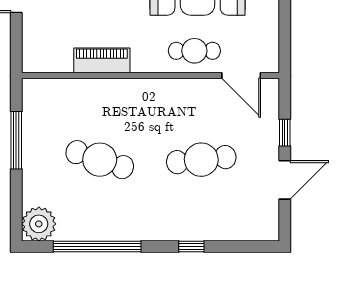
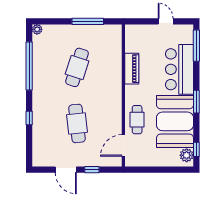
plant: (39, 224) -> (37, 29), width x0.53, depth x0.53

